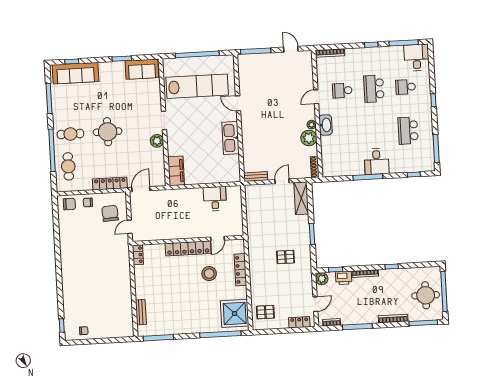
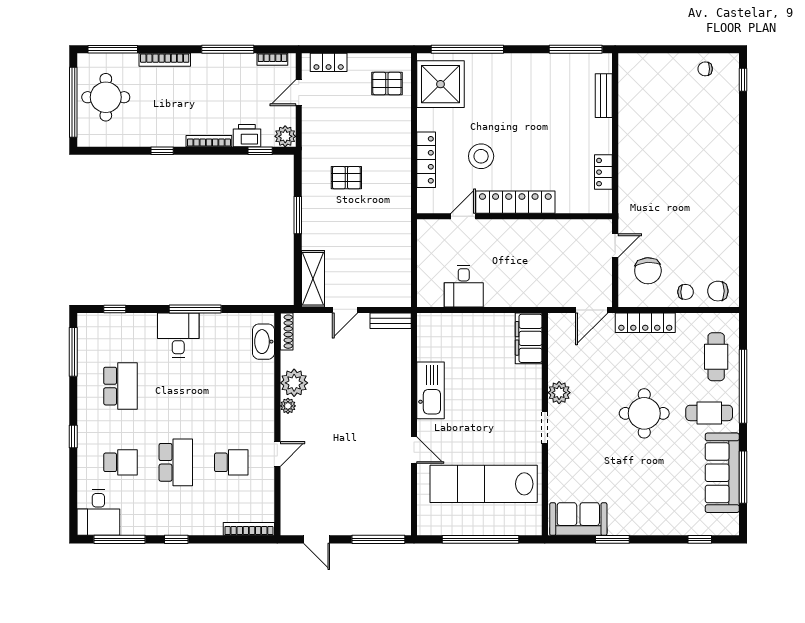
sofa: (76, 73) -> (722, 473), moved, turned -90
washbasin: (326, 125) -> (264, 342), moved
locker: (138, 255) -> (603, 172), moved

